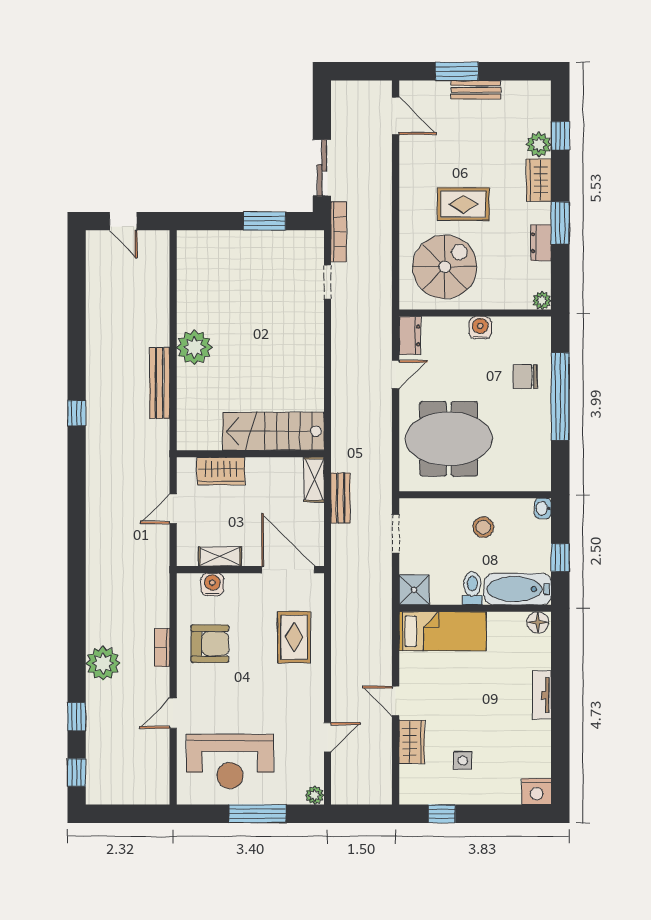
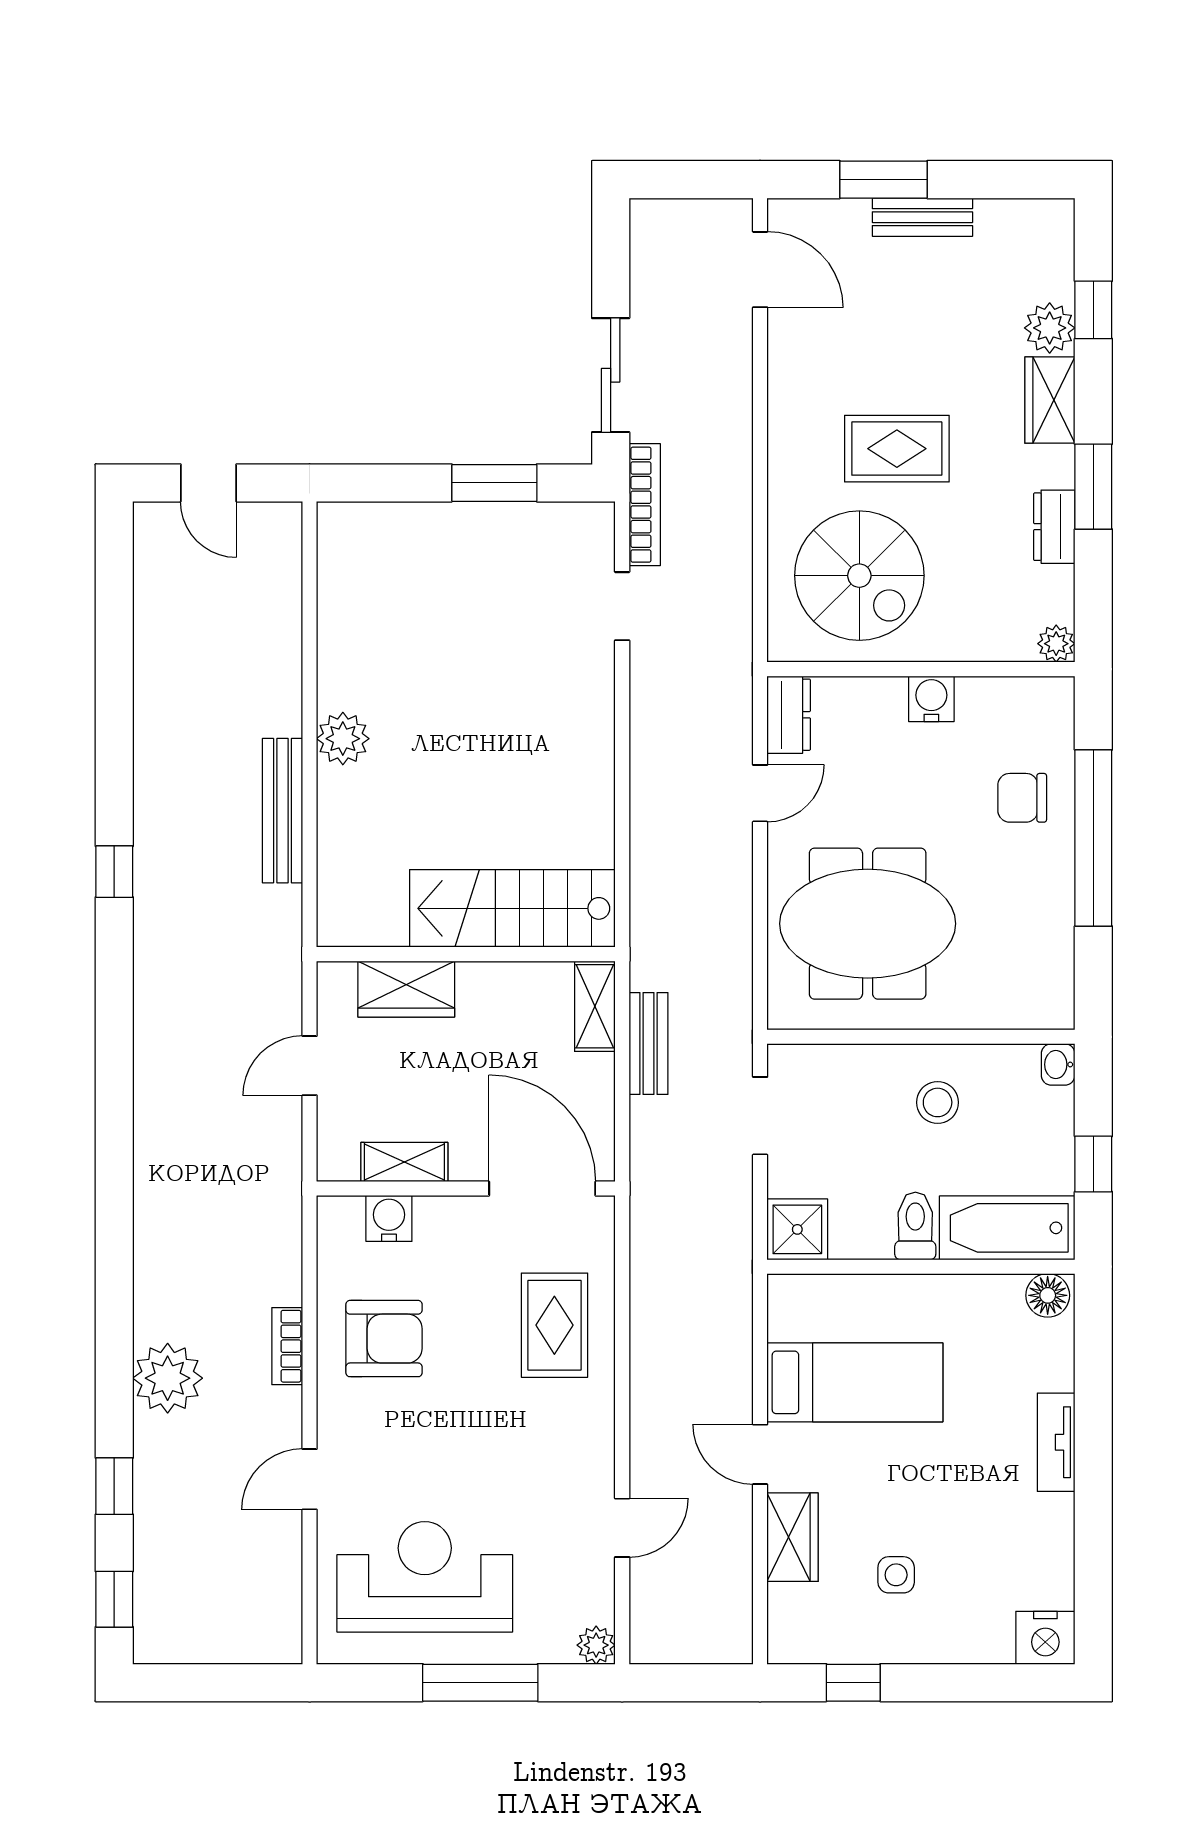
spiral stairs: (445, 267) -> (859, 576), turned 90
plant: (194, 347) -> (343, 739), width x0.73, depth x0.73
bed: (443, 631) -> (855, 1382), moved
reception desk: (230, 761) -> (425, 1577), turned 180

